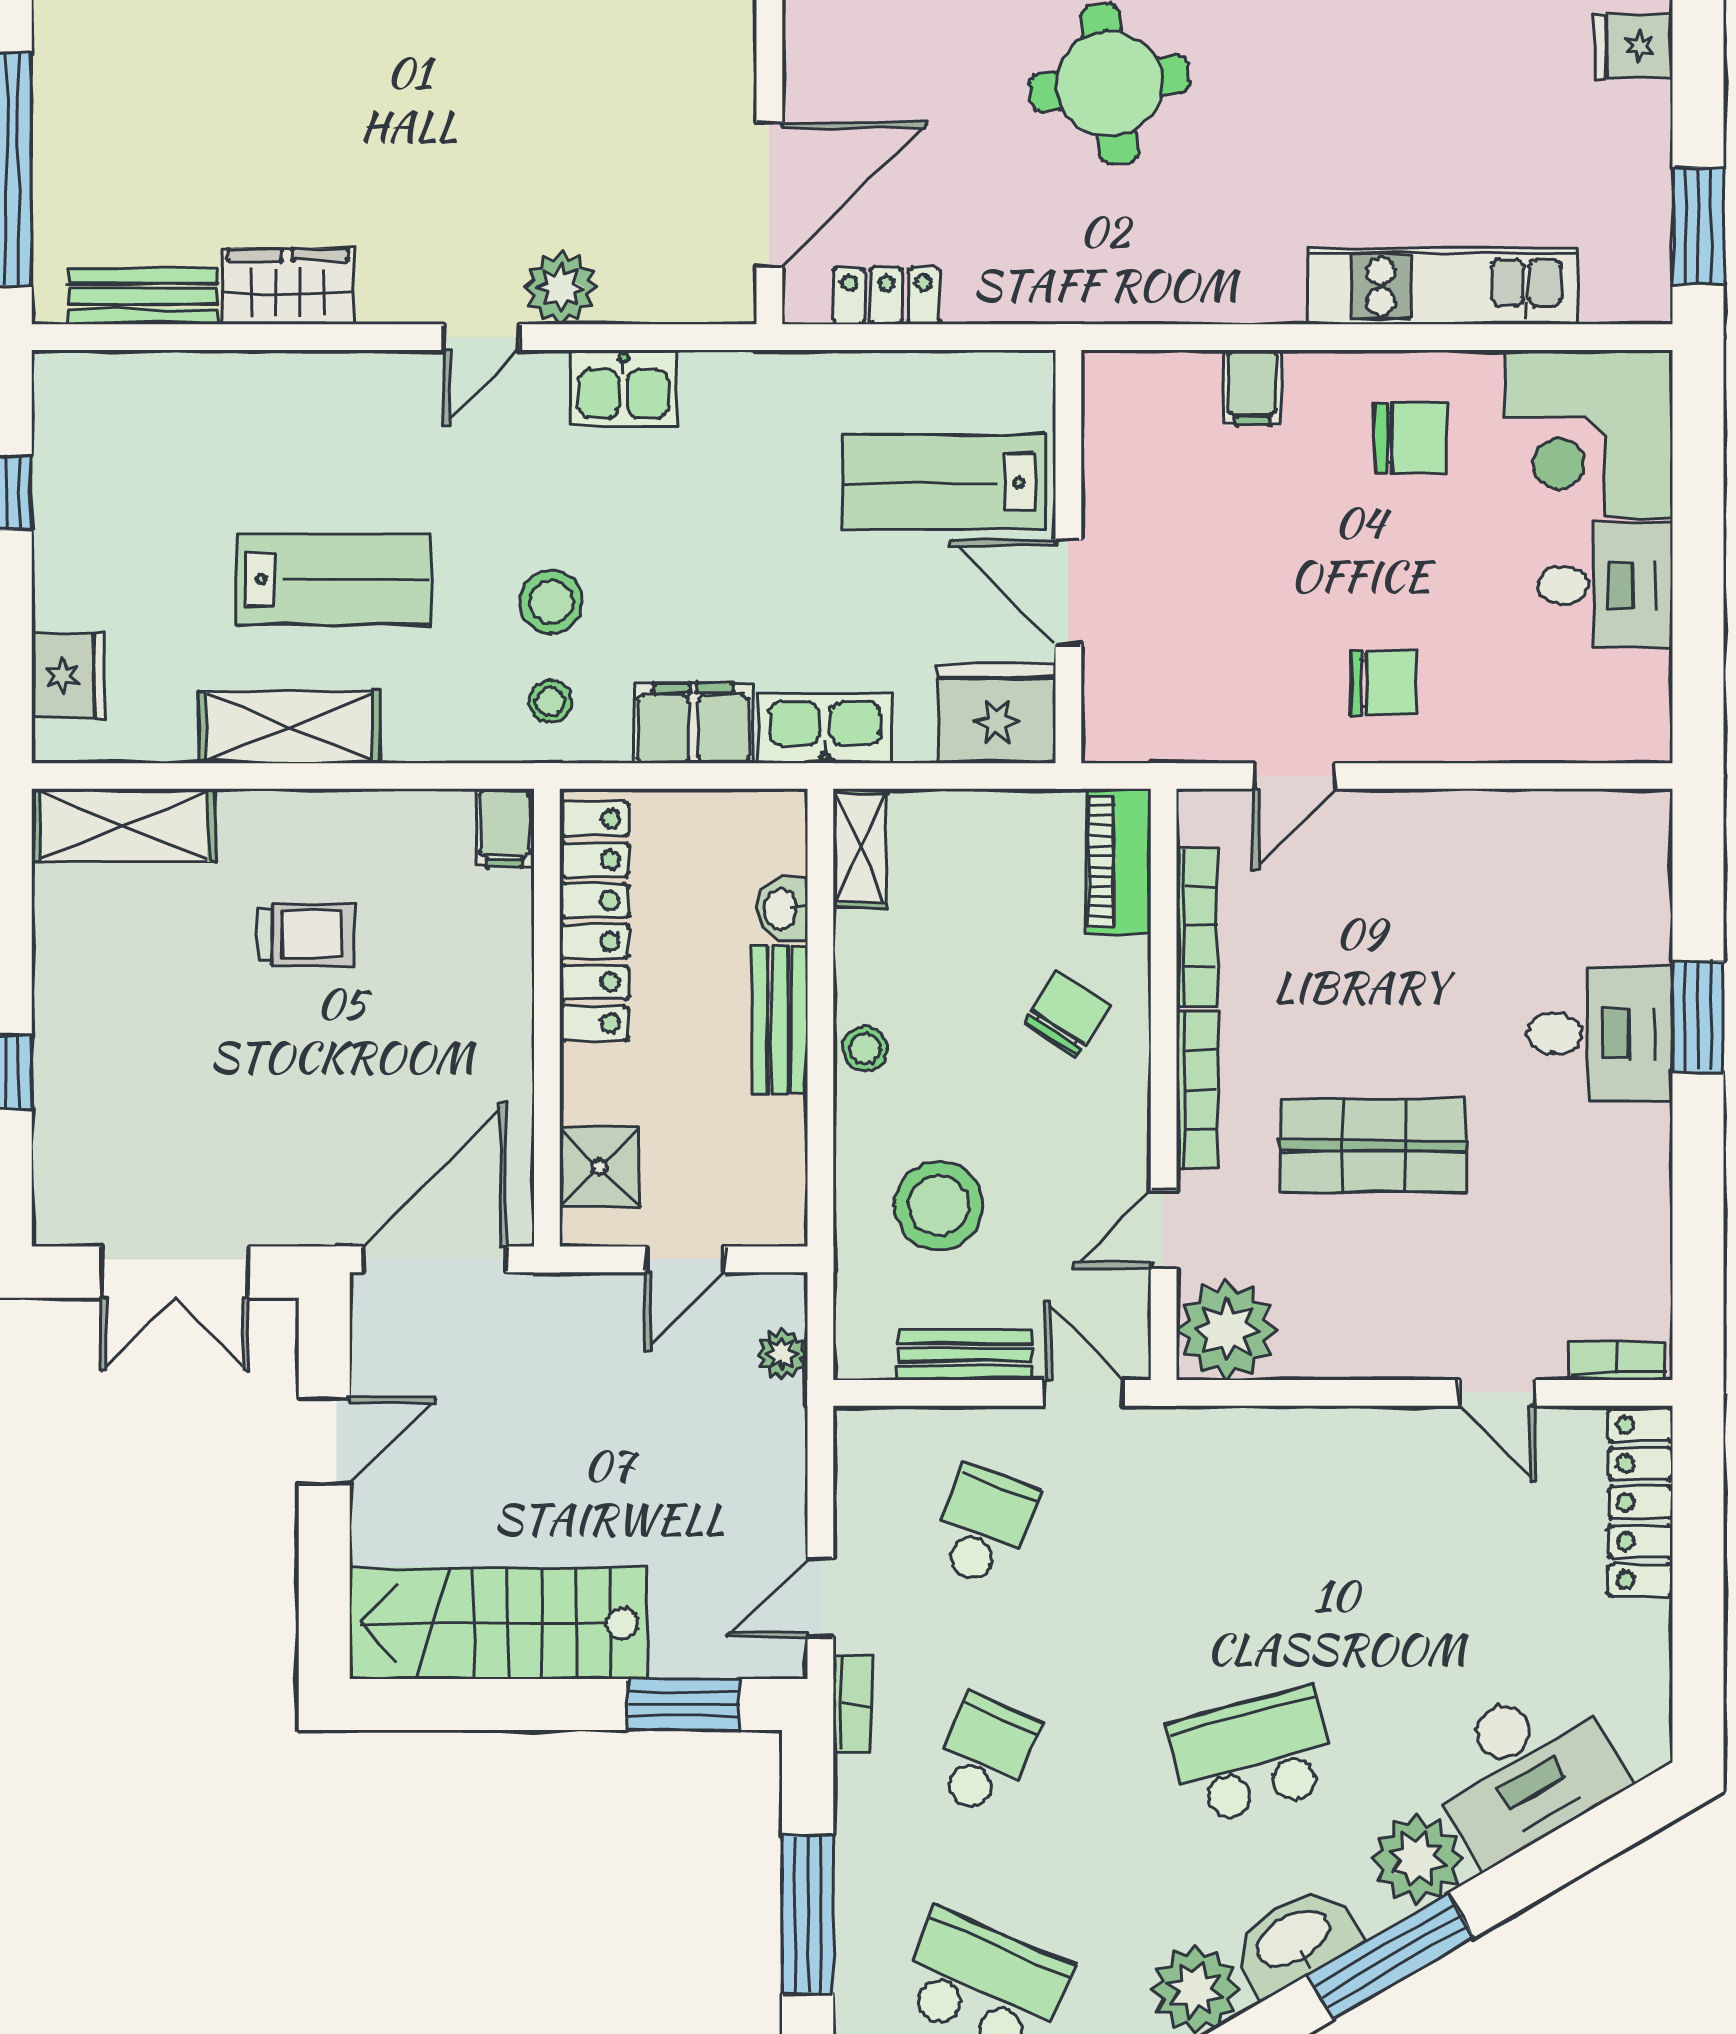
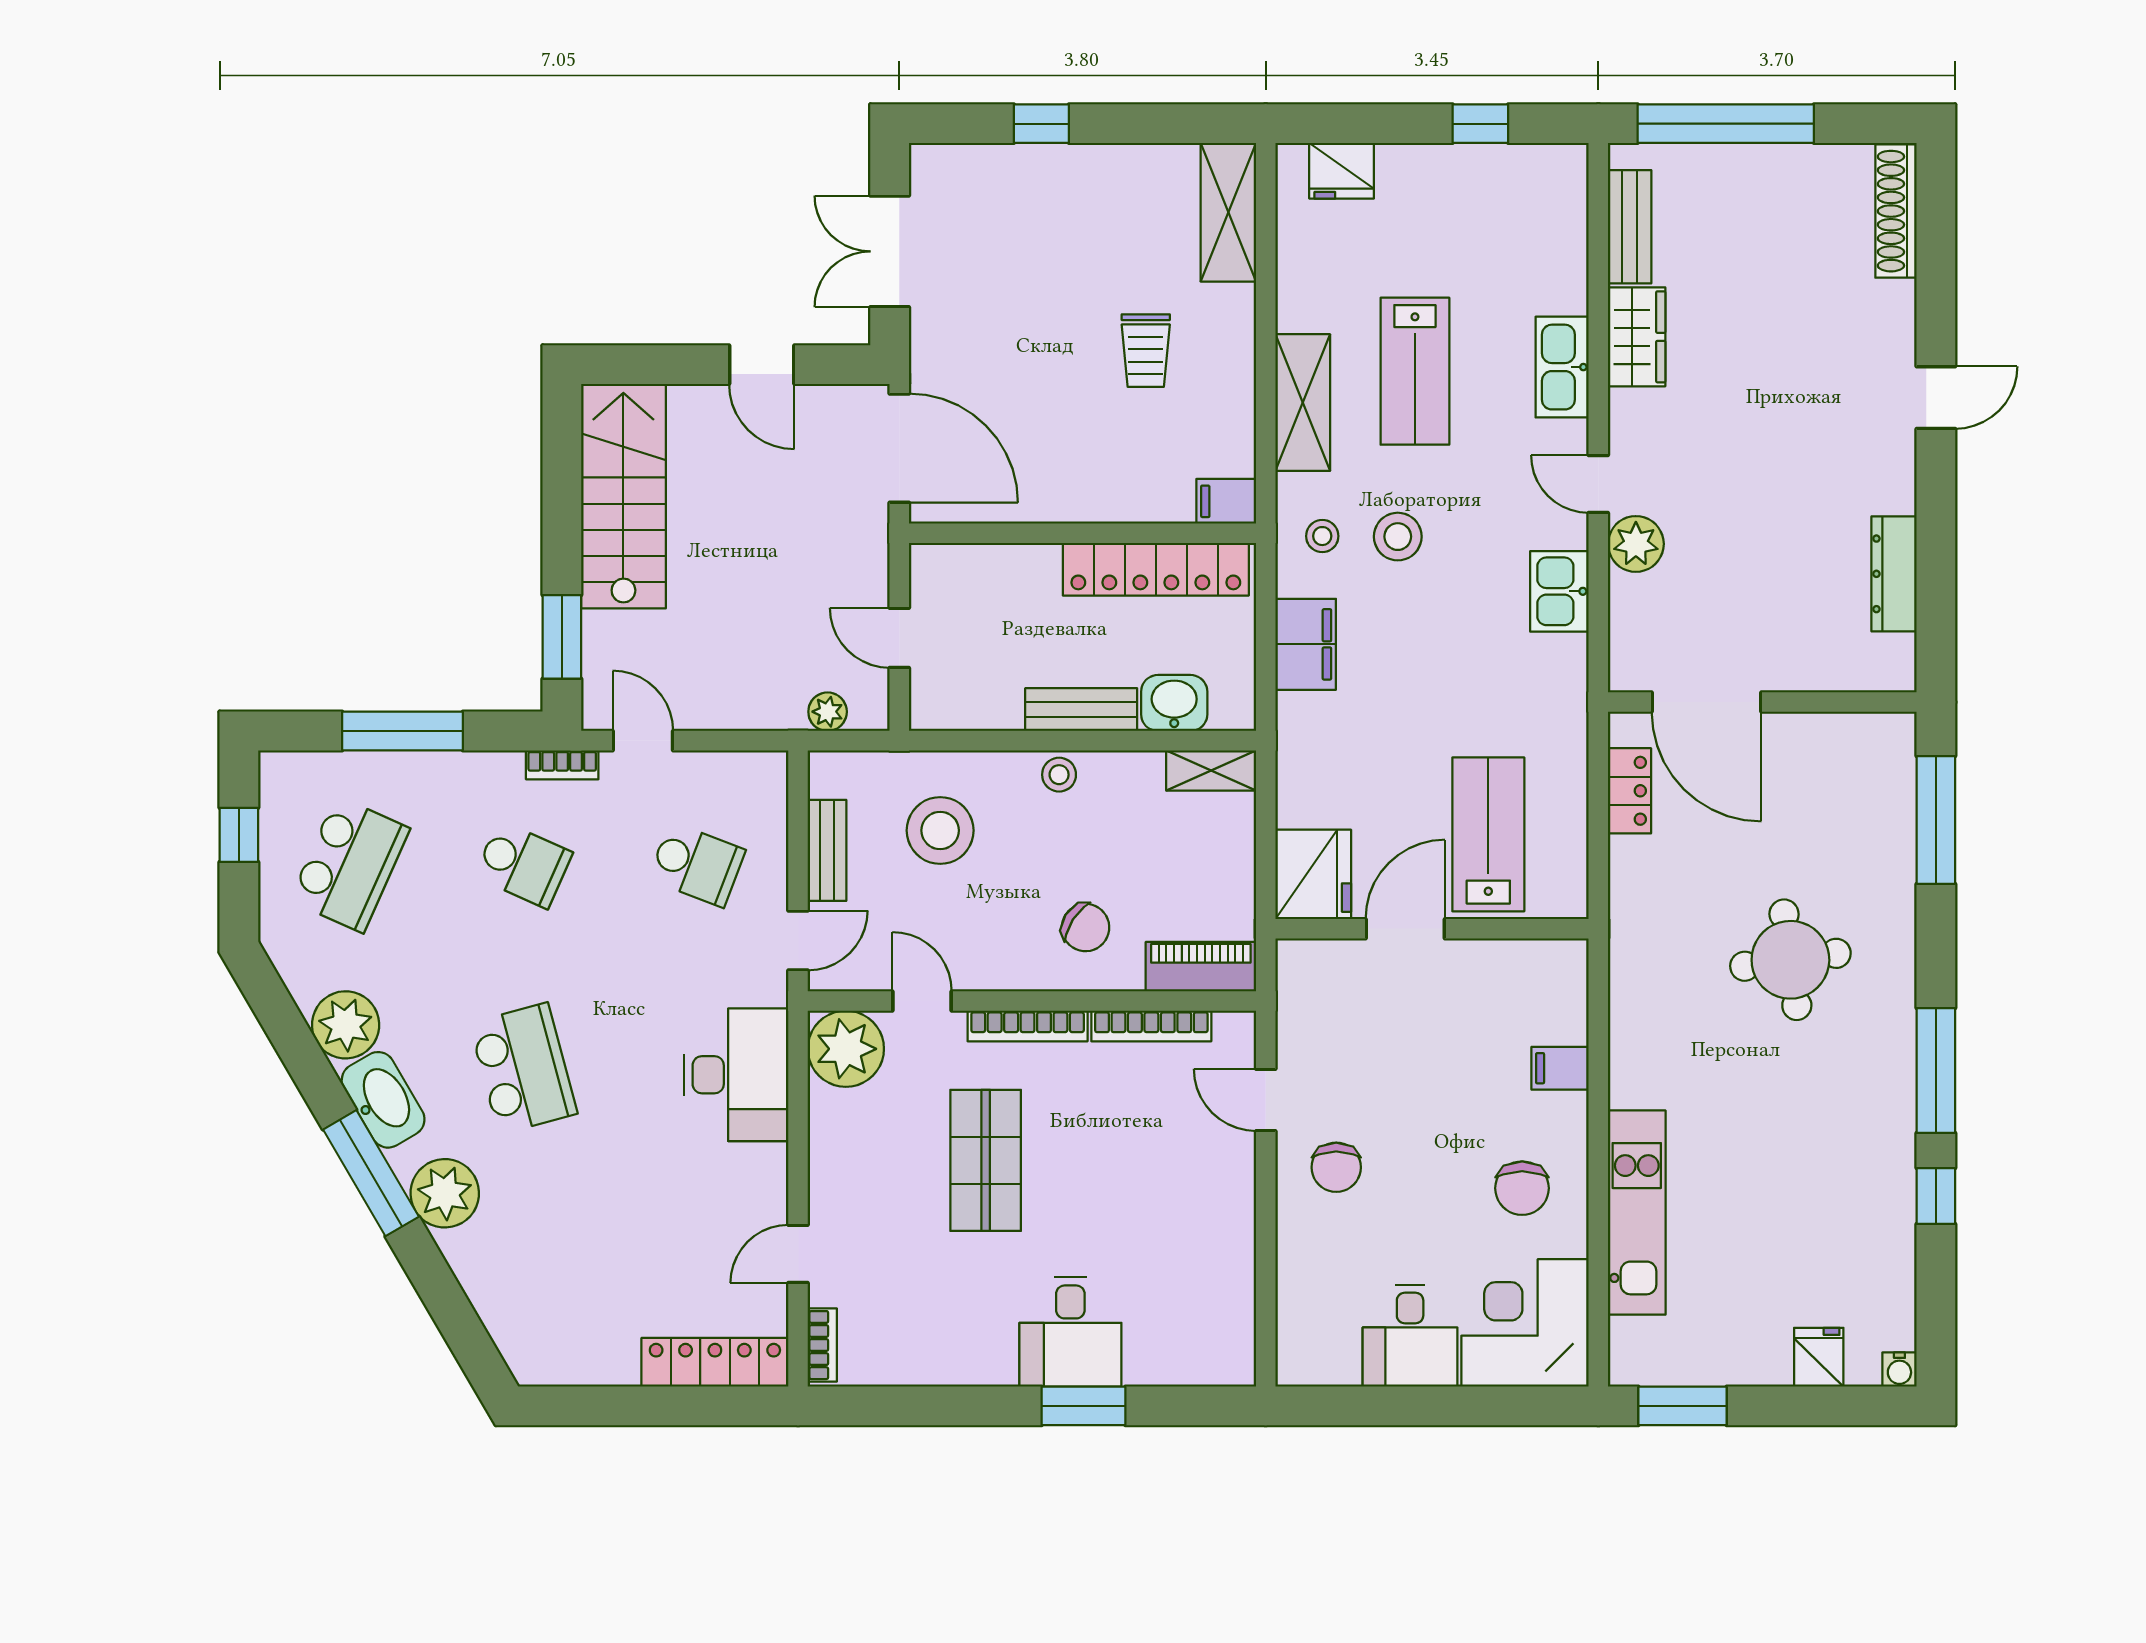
shelving: (290, 727) -> (1303, 403), moved
kitchen sink: (825, 728) -> (1562, 367), moved, turned 180
washbasin: (782, 909) -> (1174, 703), width x1.38, depth x1.45
shower: (600, 1167) -> (969, 573), removed
desk: (1524, 1769) -> (736, 1075), moved, turned -150

